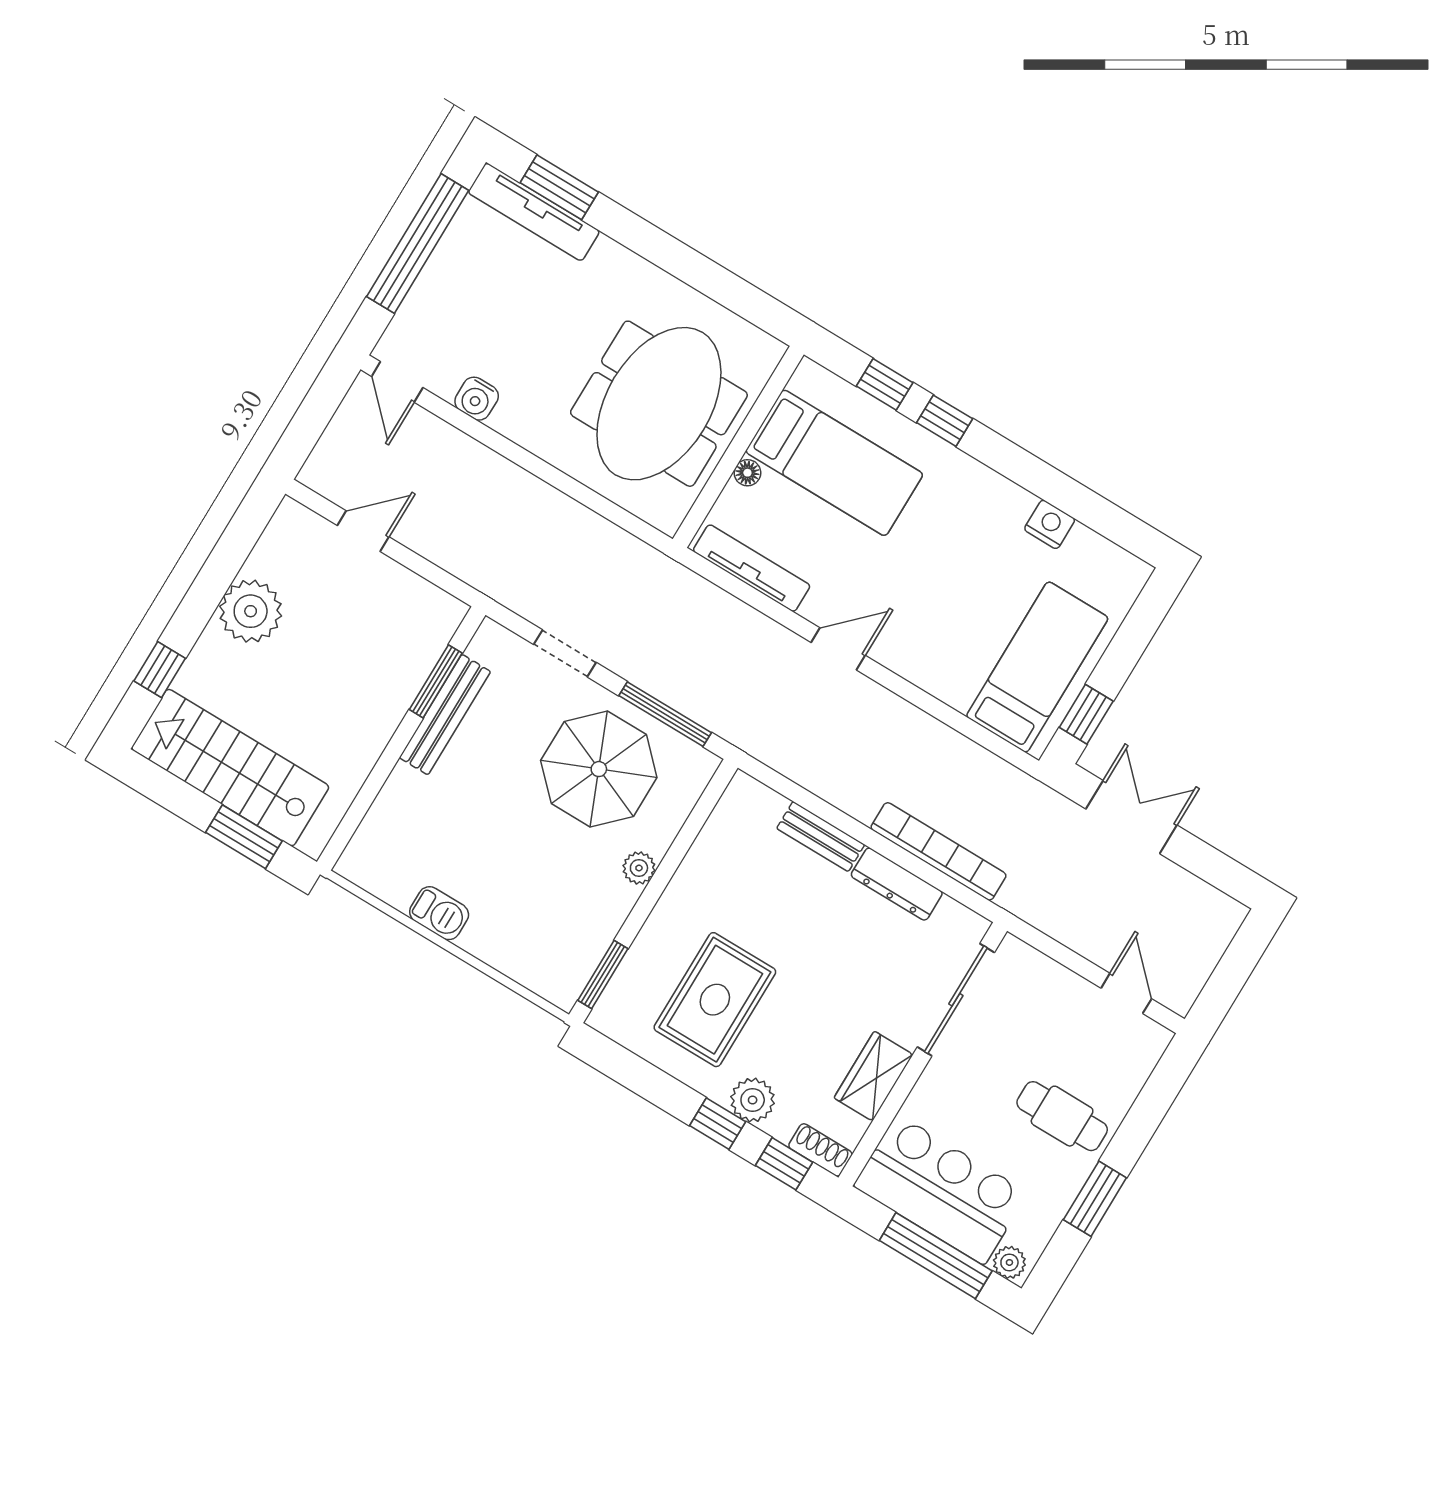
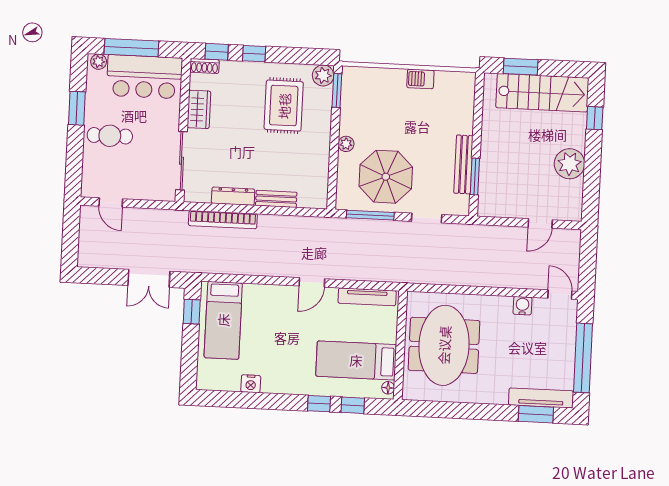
floor lamp: (747, 473) -> (388, 388), moved
plant: (753, 1100) -> (323, 75), moved

